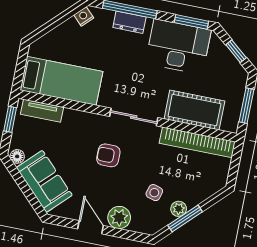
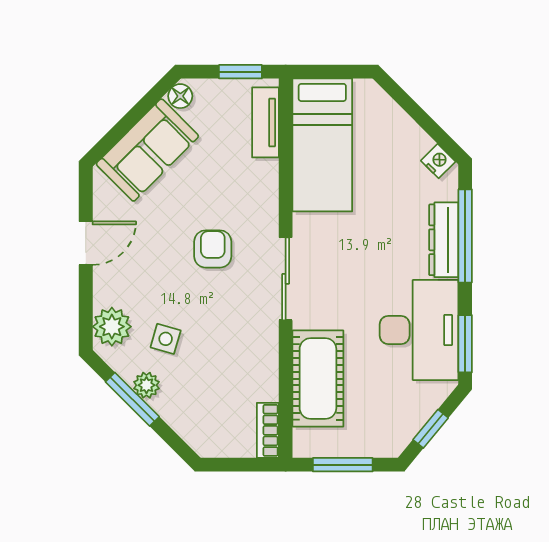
dresser: (129, 22) -> (444, 240), width x1.44
bookcase: (197, 142) -> (268, 430), width x0.43, depth x0.76
plant: (119, 218) -> (112, 327), moved

